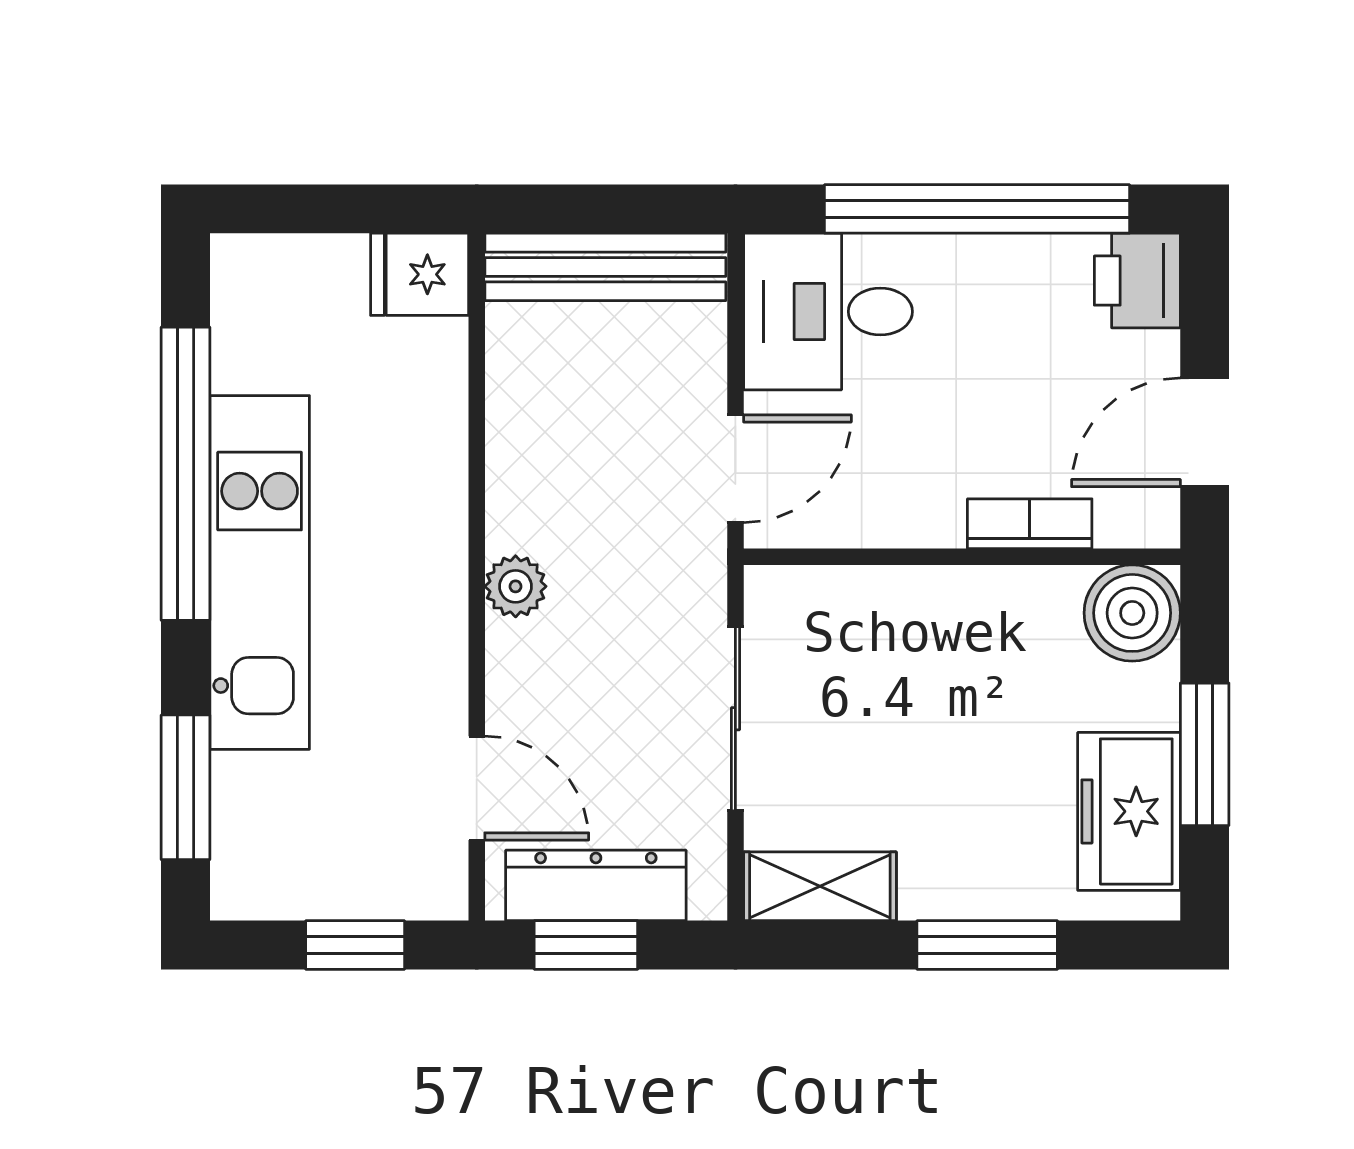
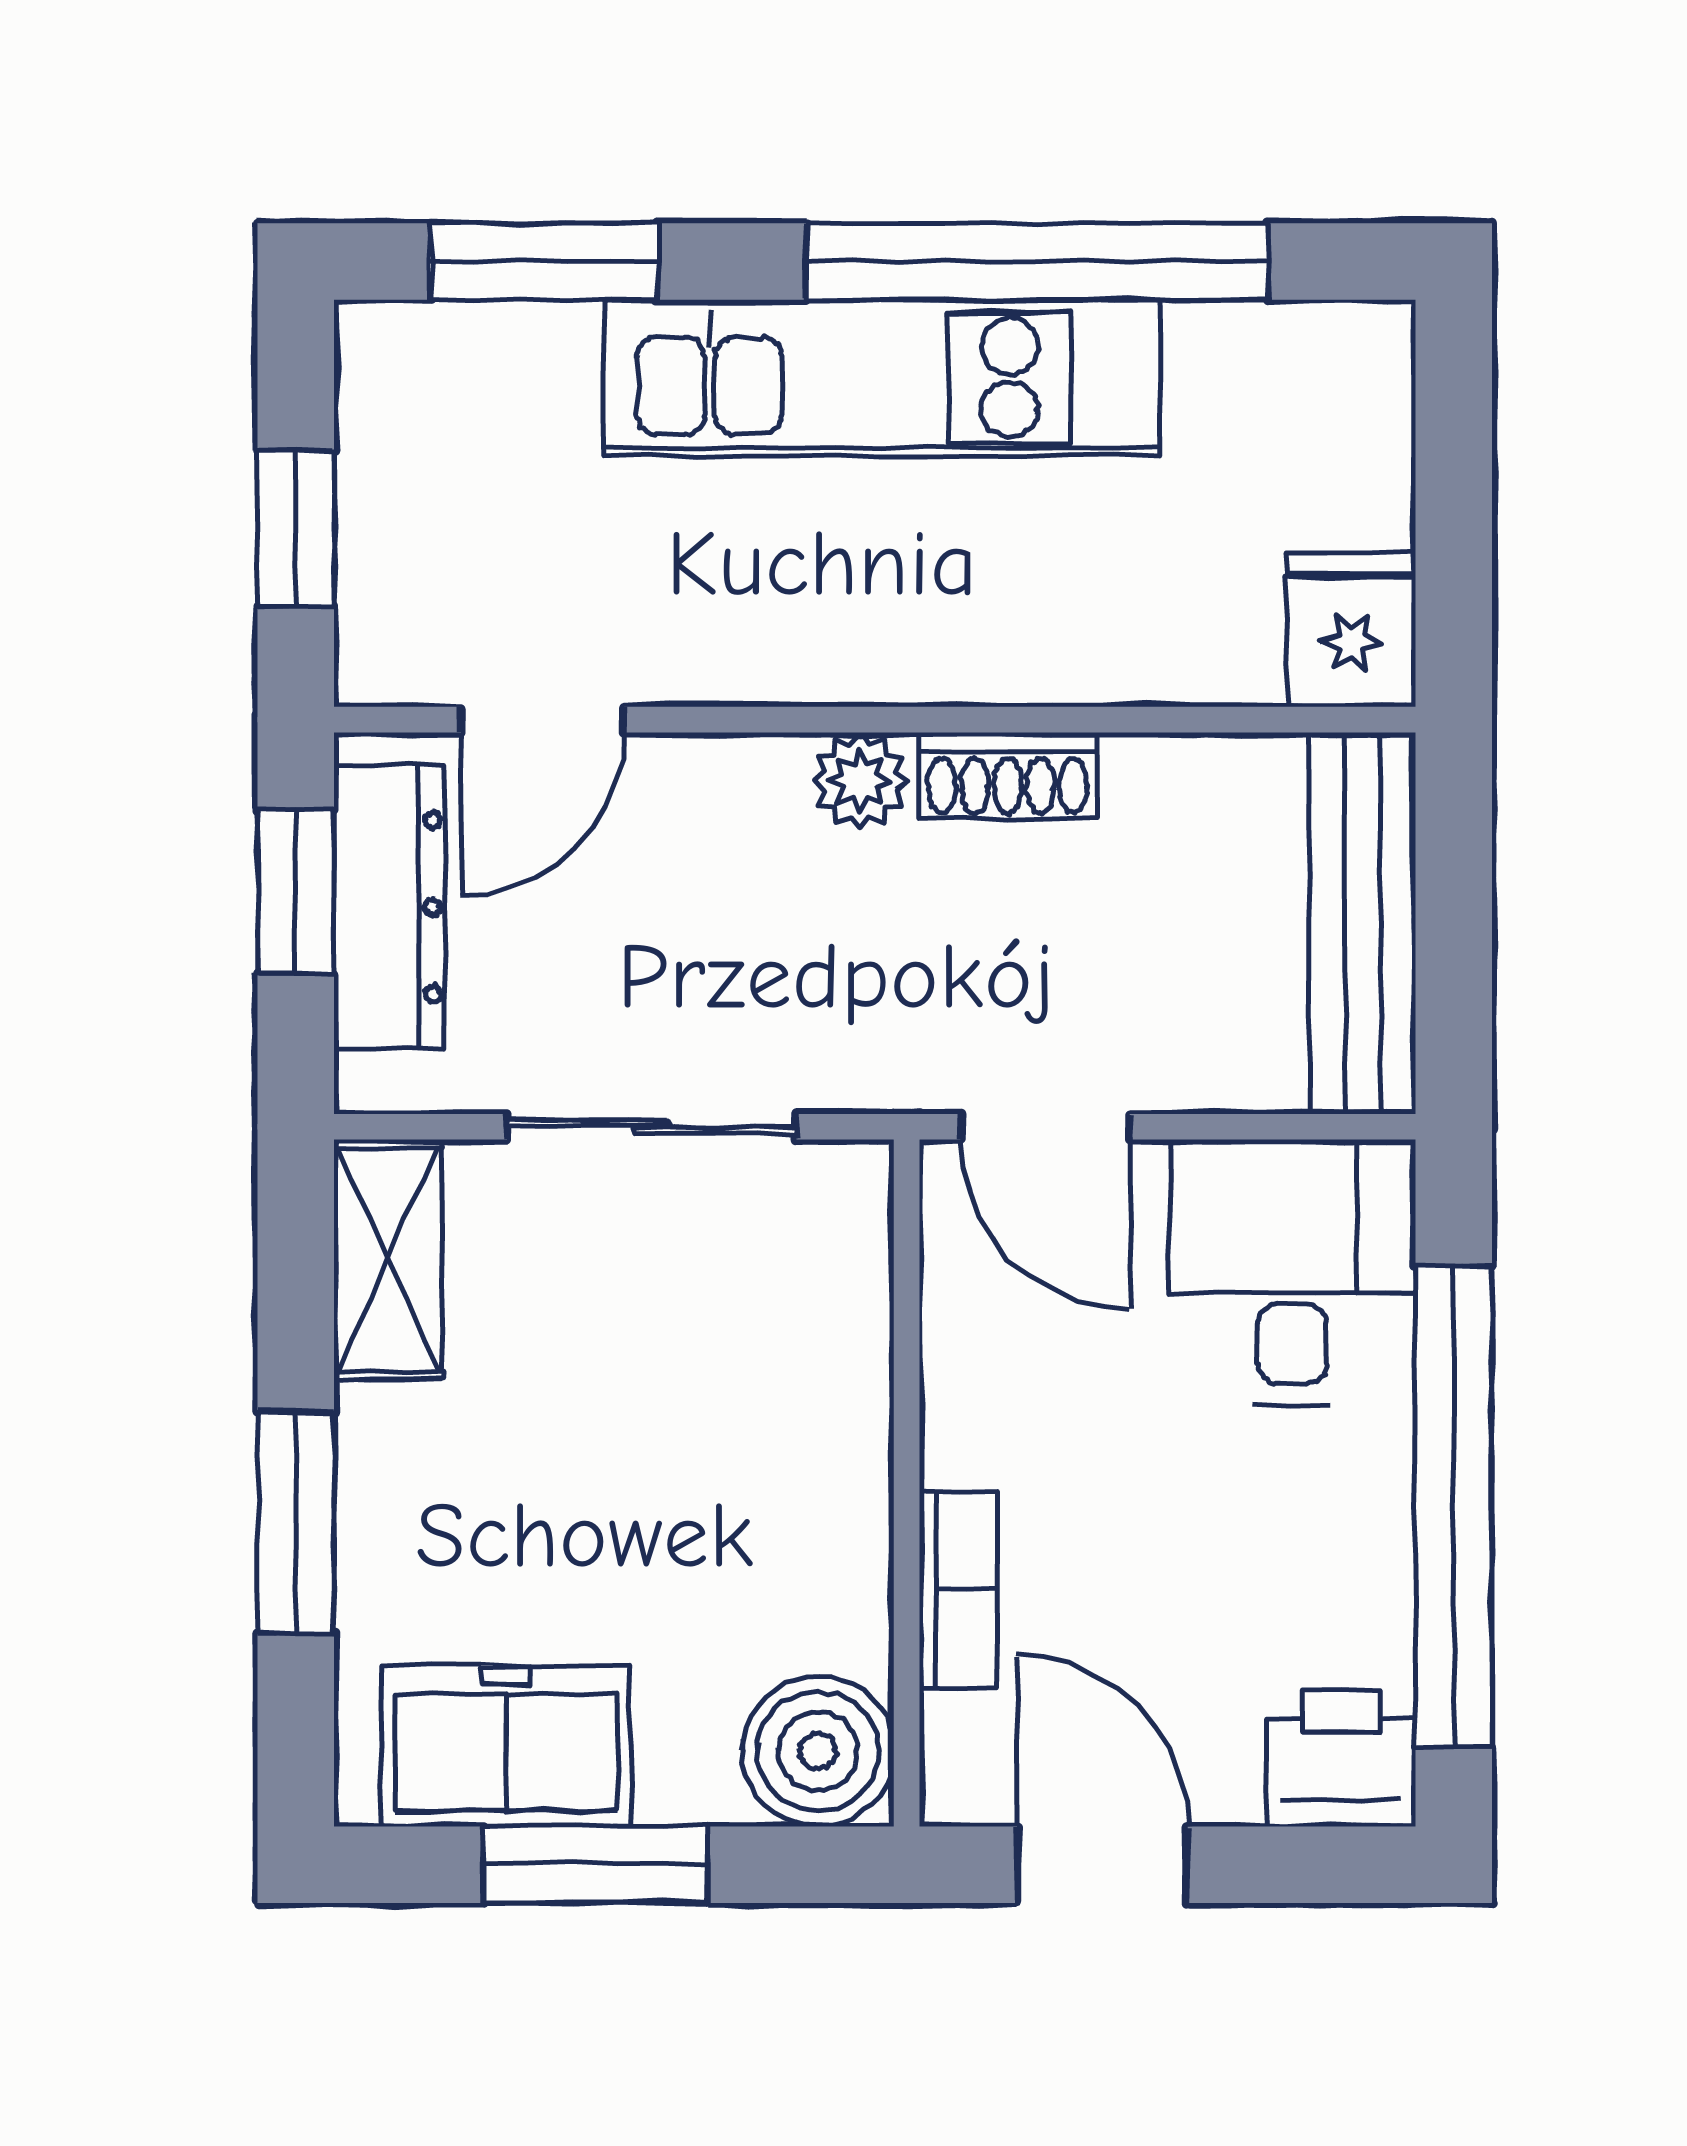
shoe rack: (512, 493) -> (1008, 776), added

